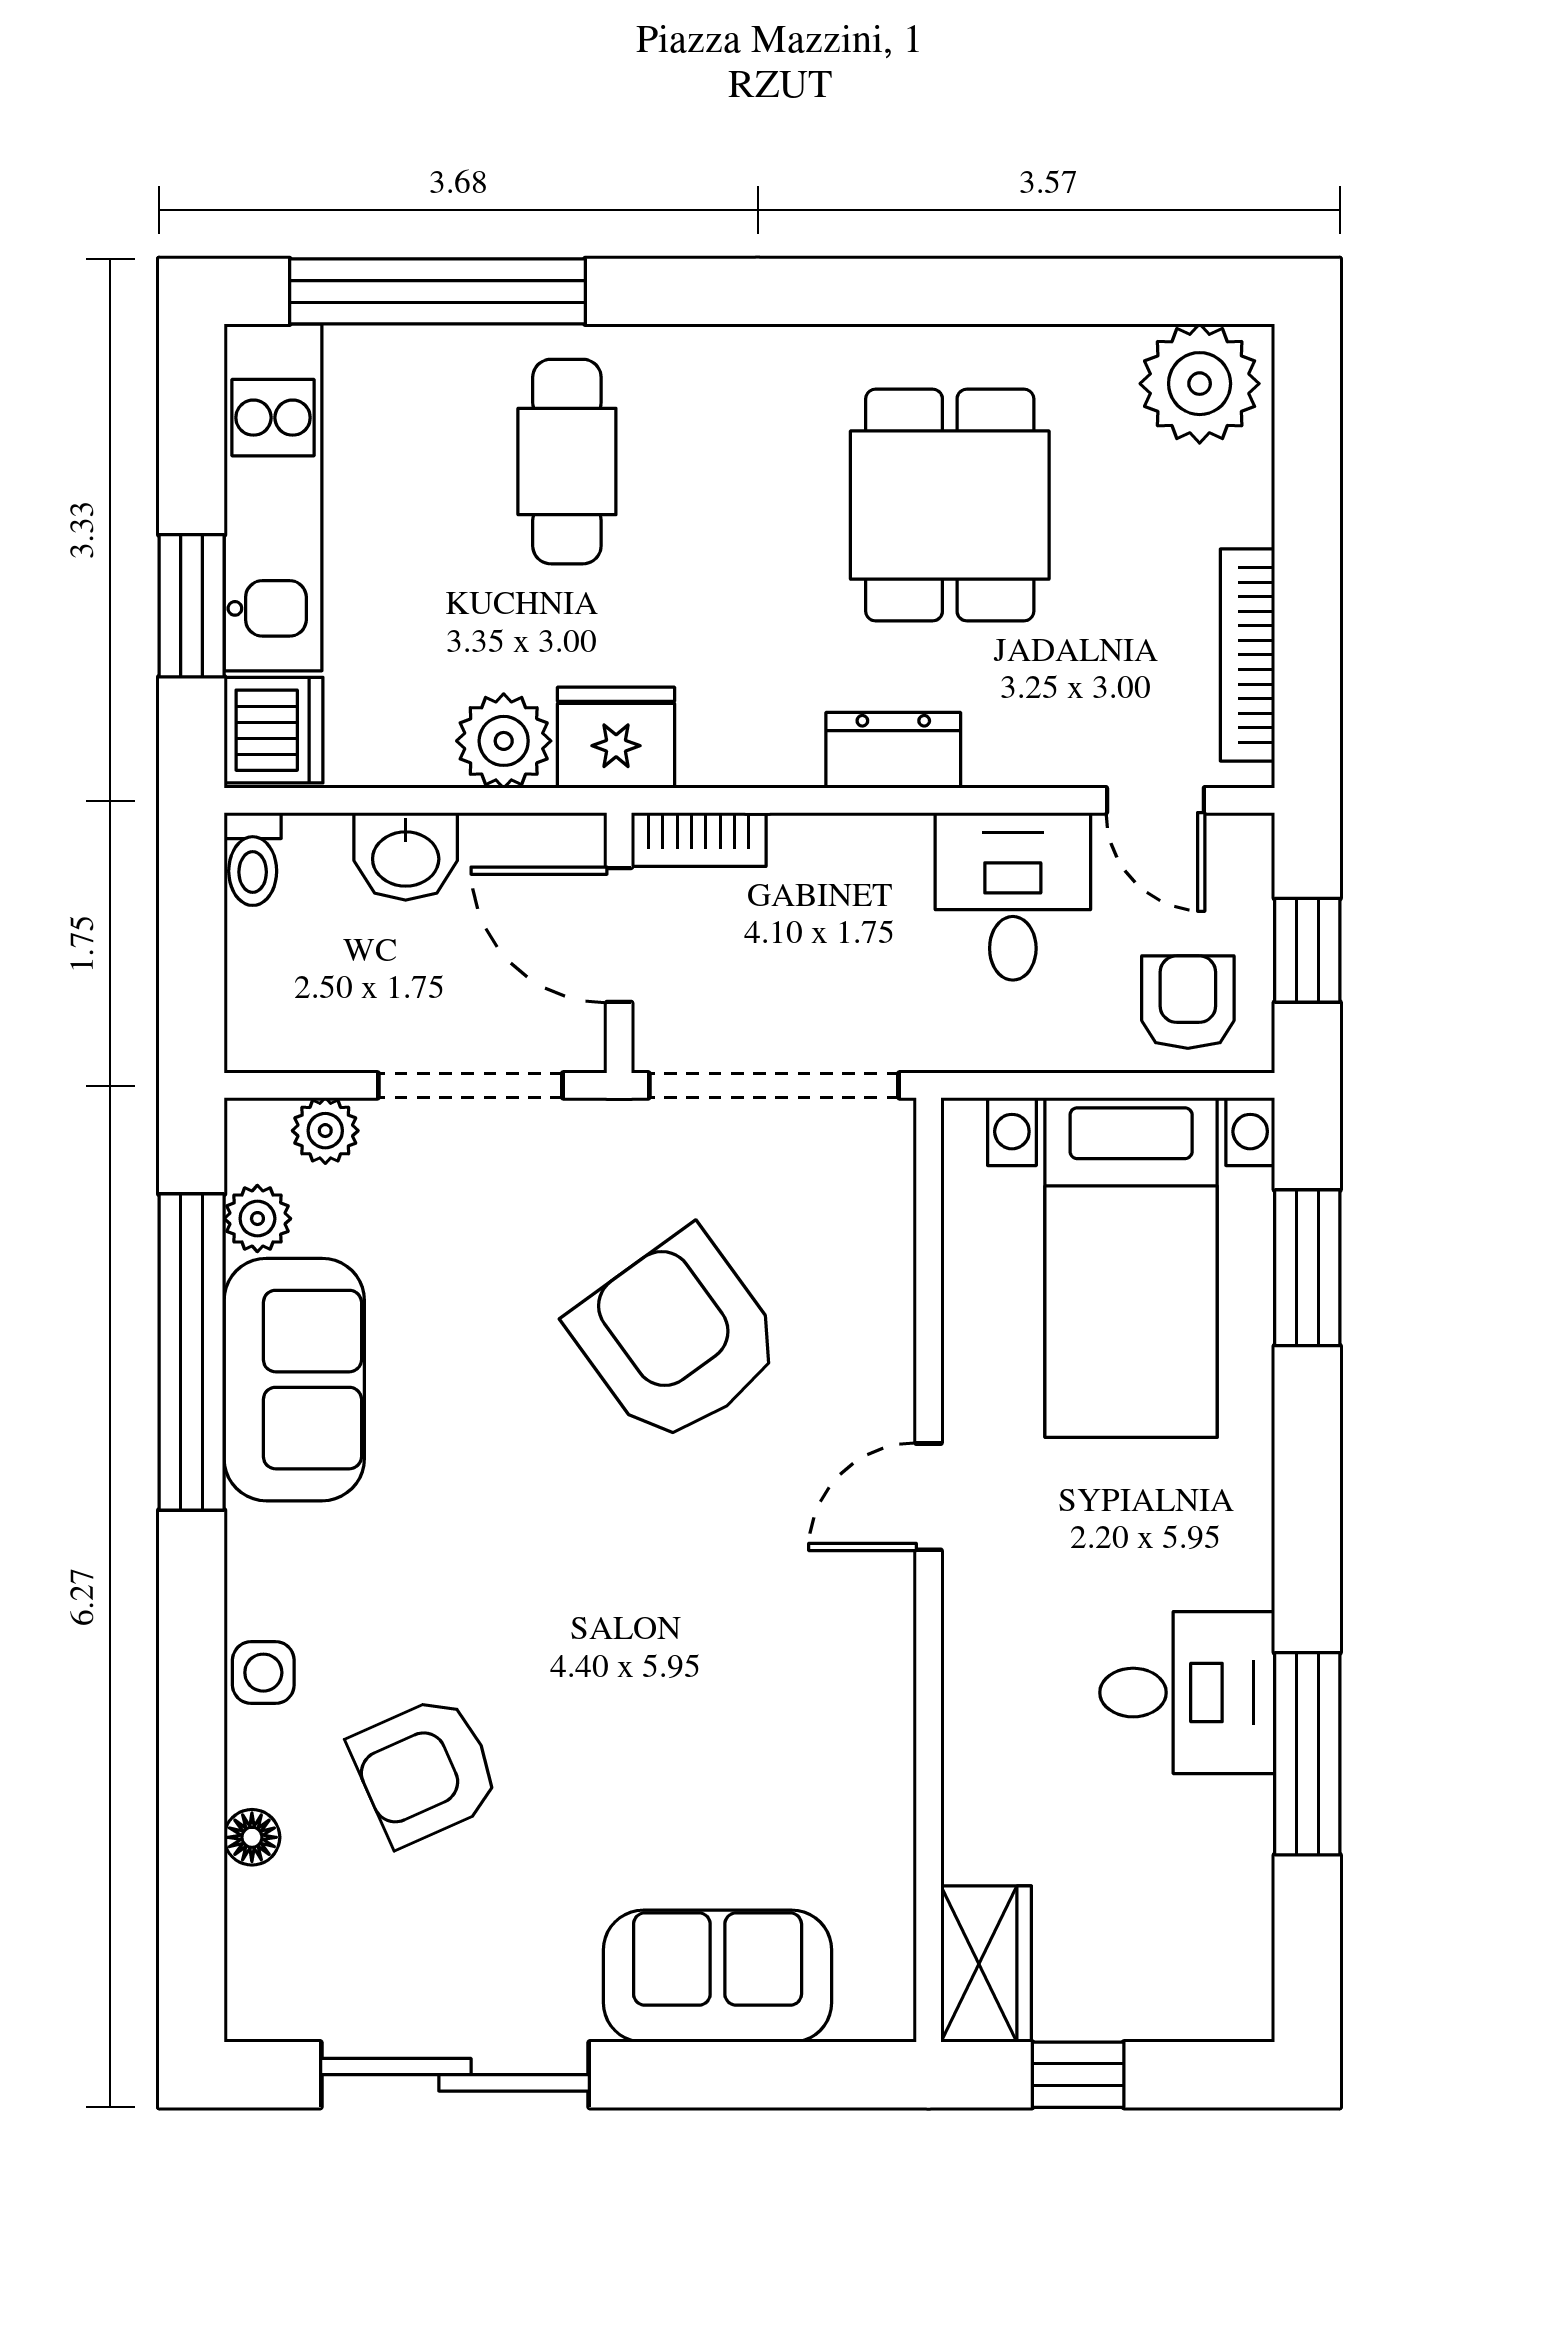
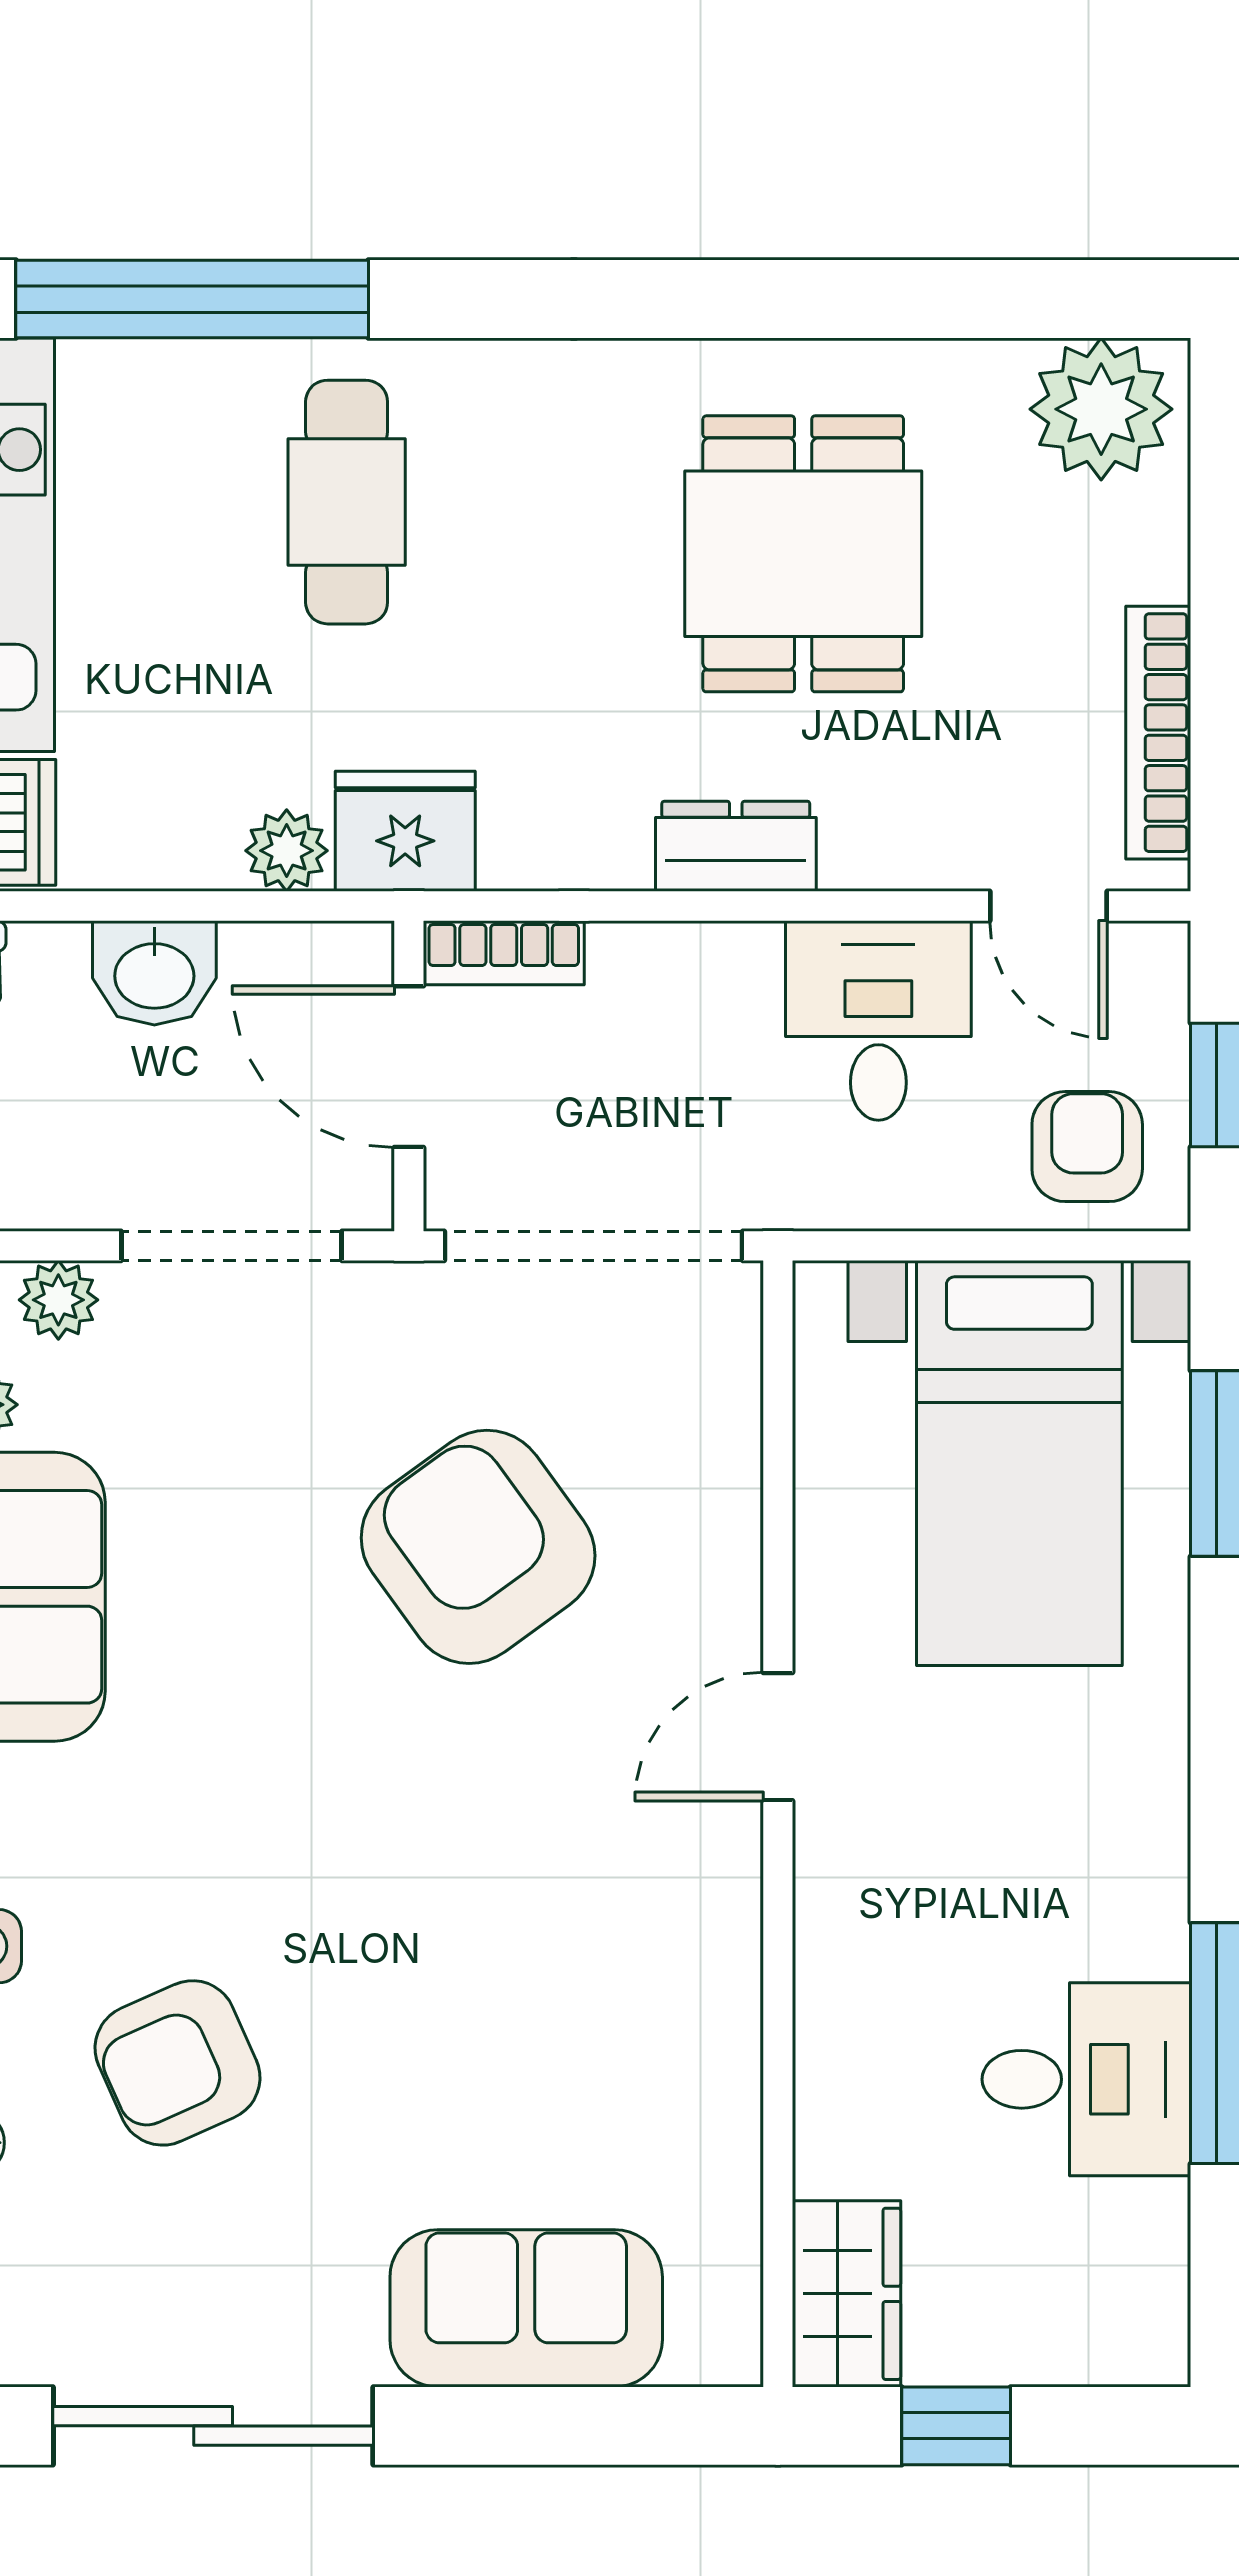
plant: (504, 741) -> (287, 851), width x0.73, depth x0.73
desk: (1187, 1693) -> (1086, 2079), moved

